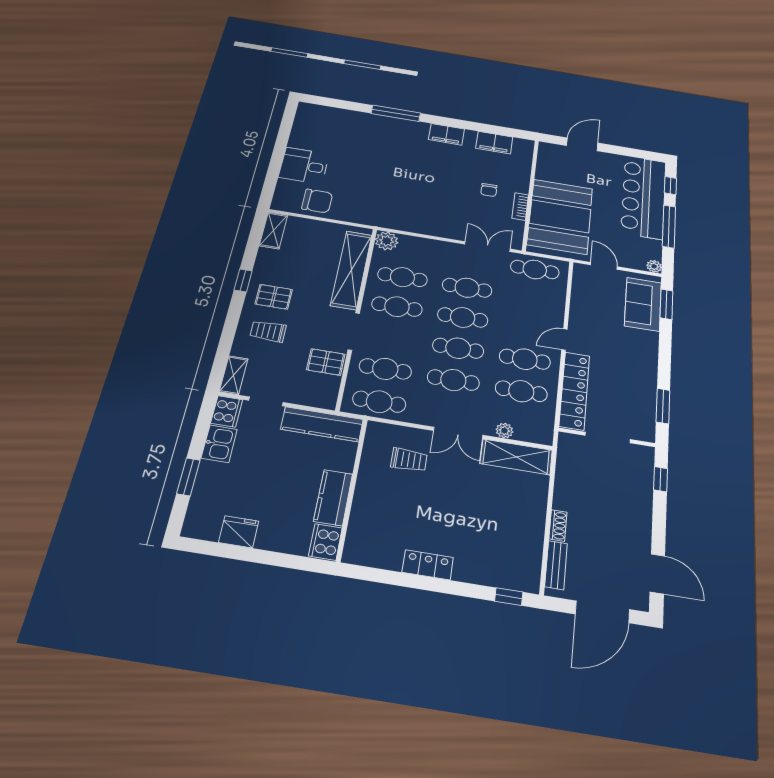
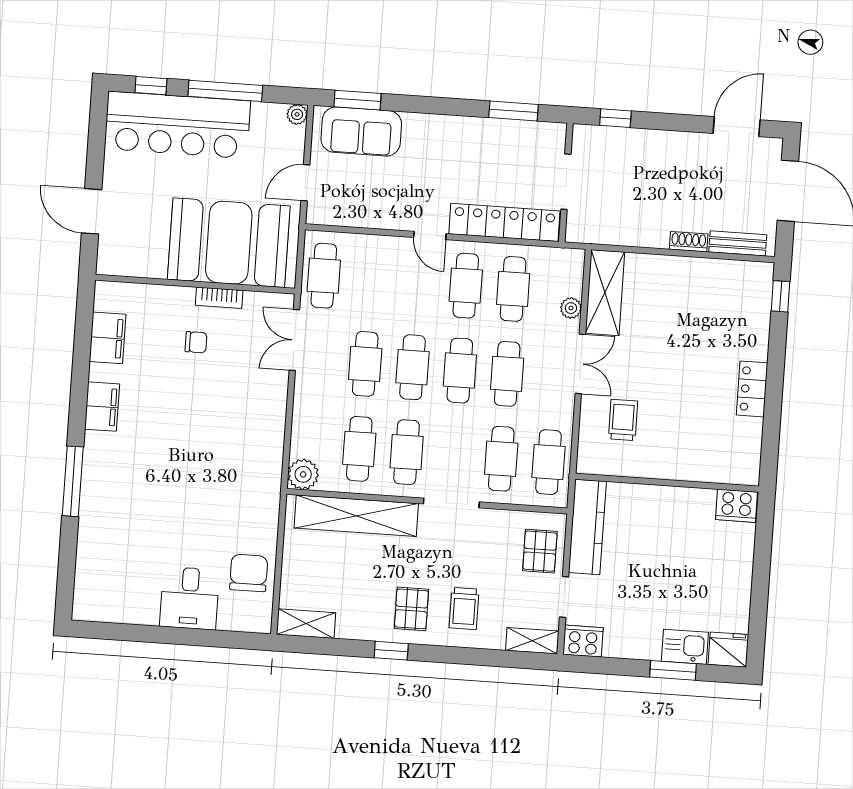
pallet: (326, 362) -> (540, 551), moved
kitchen sink: (219, 444) -> (685, 647), moved
kitchen counter: (333, 498) -> (681, 503), removed
fridge: (239, 532) -> (728, 650), moved, turned 90

